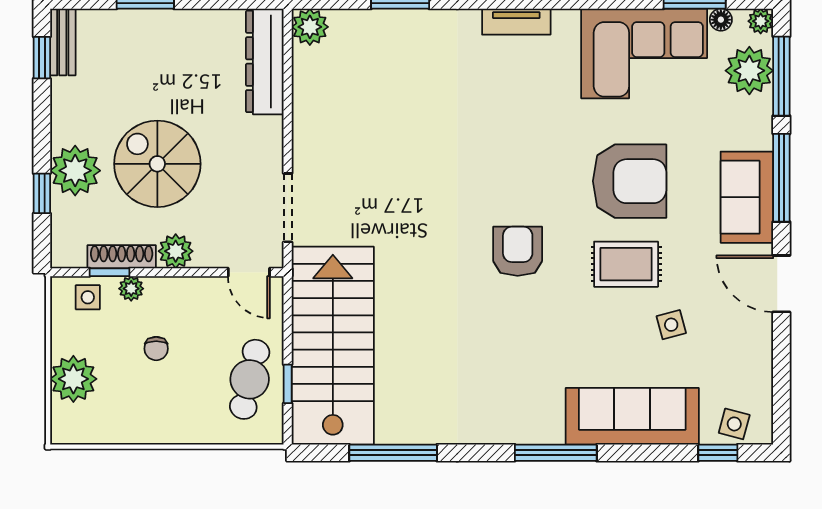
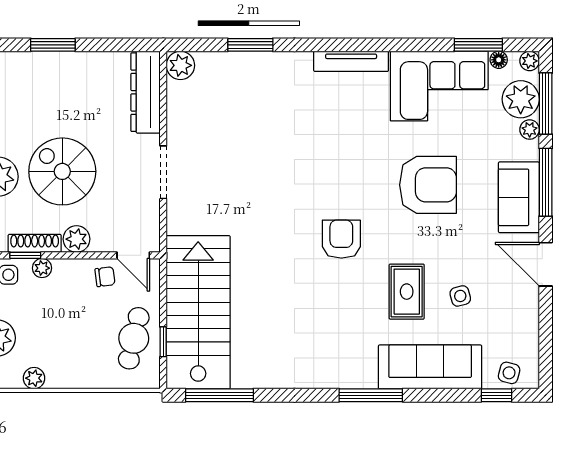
tv unit: (516, 22) -> (351, 61), width x1.41
plant: (761, 110) -> (530, 130), added
doorway: (288, 208) -> (163, 172), moved
rug: (626, 264) -> (407, 292), moved, turned 90
chair: (156, 349) -> (105, 277), moved, turned -97
plant: (121, 431) -> (34, 378), added
window: (393, 453) -> (219, 395), moved

